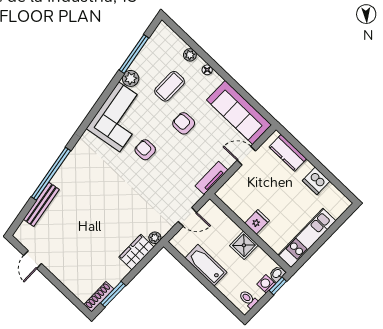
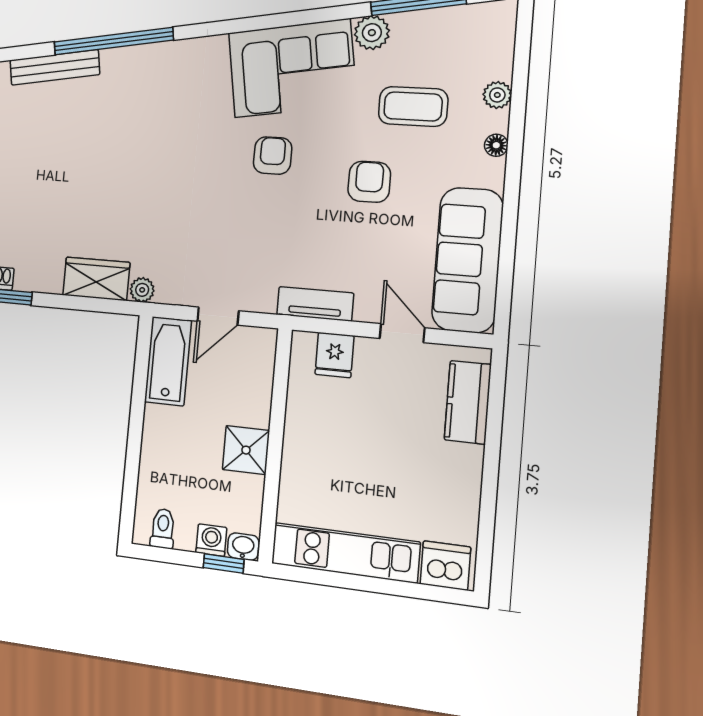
dishwasher: (316, 181) -> (445, 566), moved, turned 90
door: (187, 217) -> (218, 316), hinge flipped
fridge: (257, 222) -> (335, 355), moved, turned 90
bathtub: (206, 265) -> (168, 361), moved

